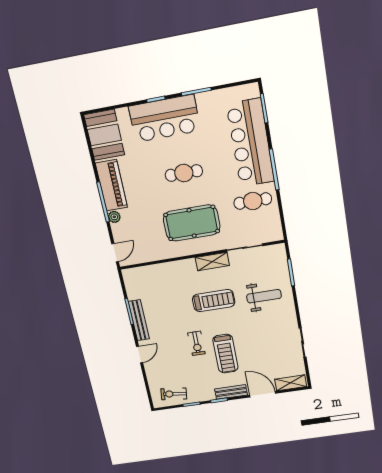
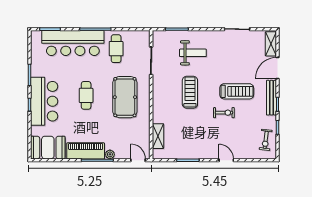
shelving: (212, 261) -> (158, 136), moved
weight bench: (264, 296) -> (193, 53), turned 90
bench: (139, 320) -> (197, 154), removed
bench: (231, 392) -> (271, 98), width x1.36

